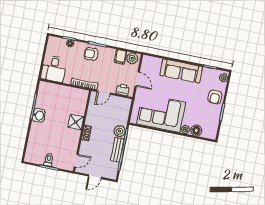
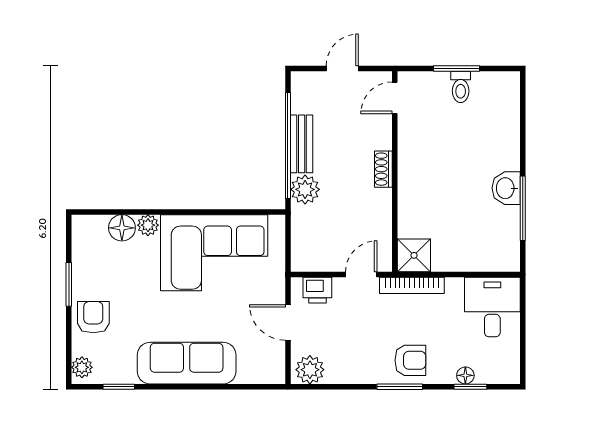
filing cabinet: (120, 57) -> (339, 368), removed
shower: (76, 122) -> (414, 255), moved

